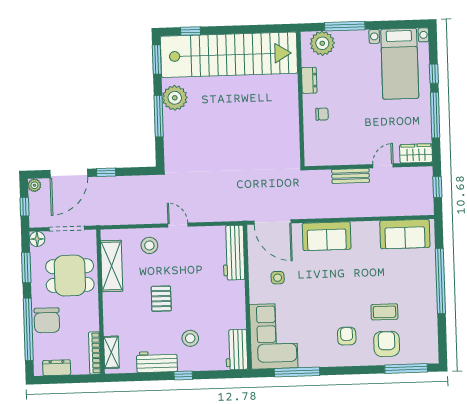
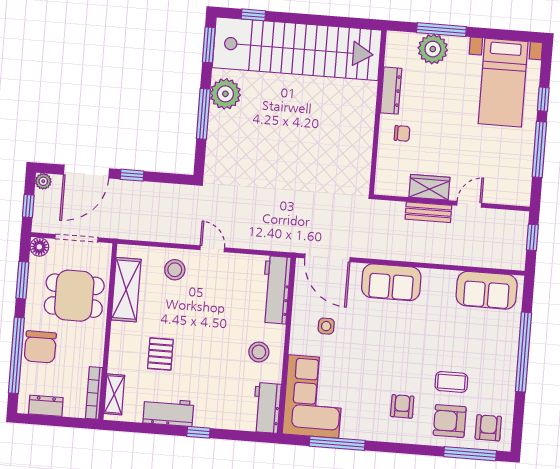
plant: (322, 43) -> (433, 49), moved
dresser: (309, 80) -> (391, 91), width x1.44
wardrobe: (416, 153) -> (429, 187), moved
pallet: (161, 299) -> (160, 354), moved
stool: (190, 338) -> (259, 352), moved
armchair: (387, 344) -> (450, 421), turned -90
armchair: (419, 346) -> (488, 428), added

